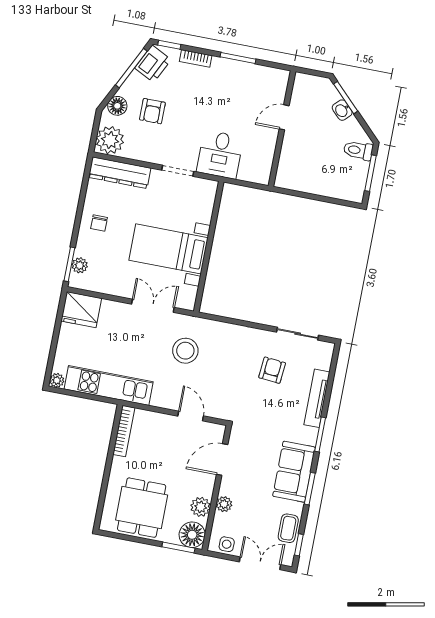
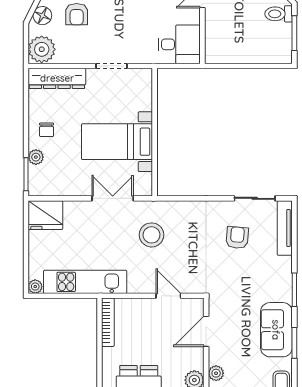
desk: (220, 154) -> (179, 44), moved, turned -90
plant: (80, 265) -> (36, 157), moved
tv unit: (317, 398) -> (285, 228), moved

